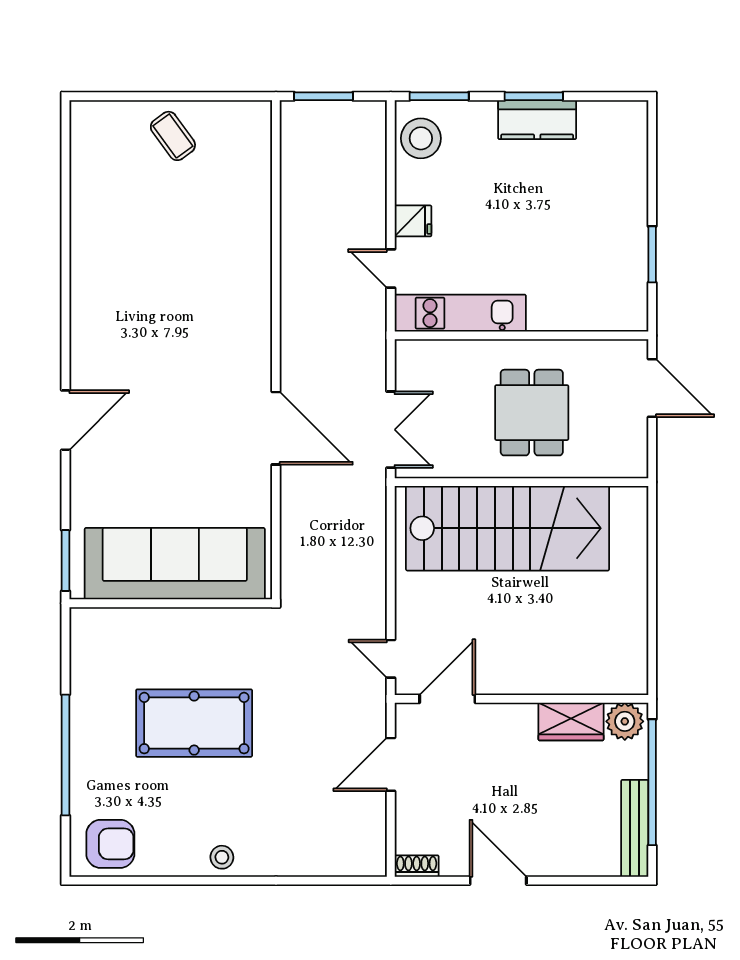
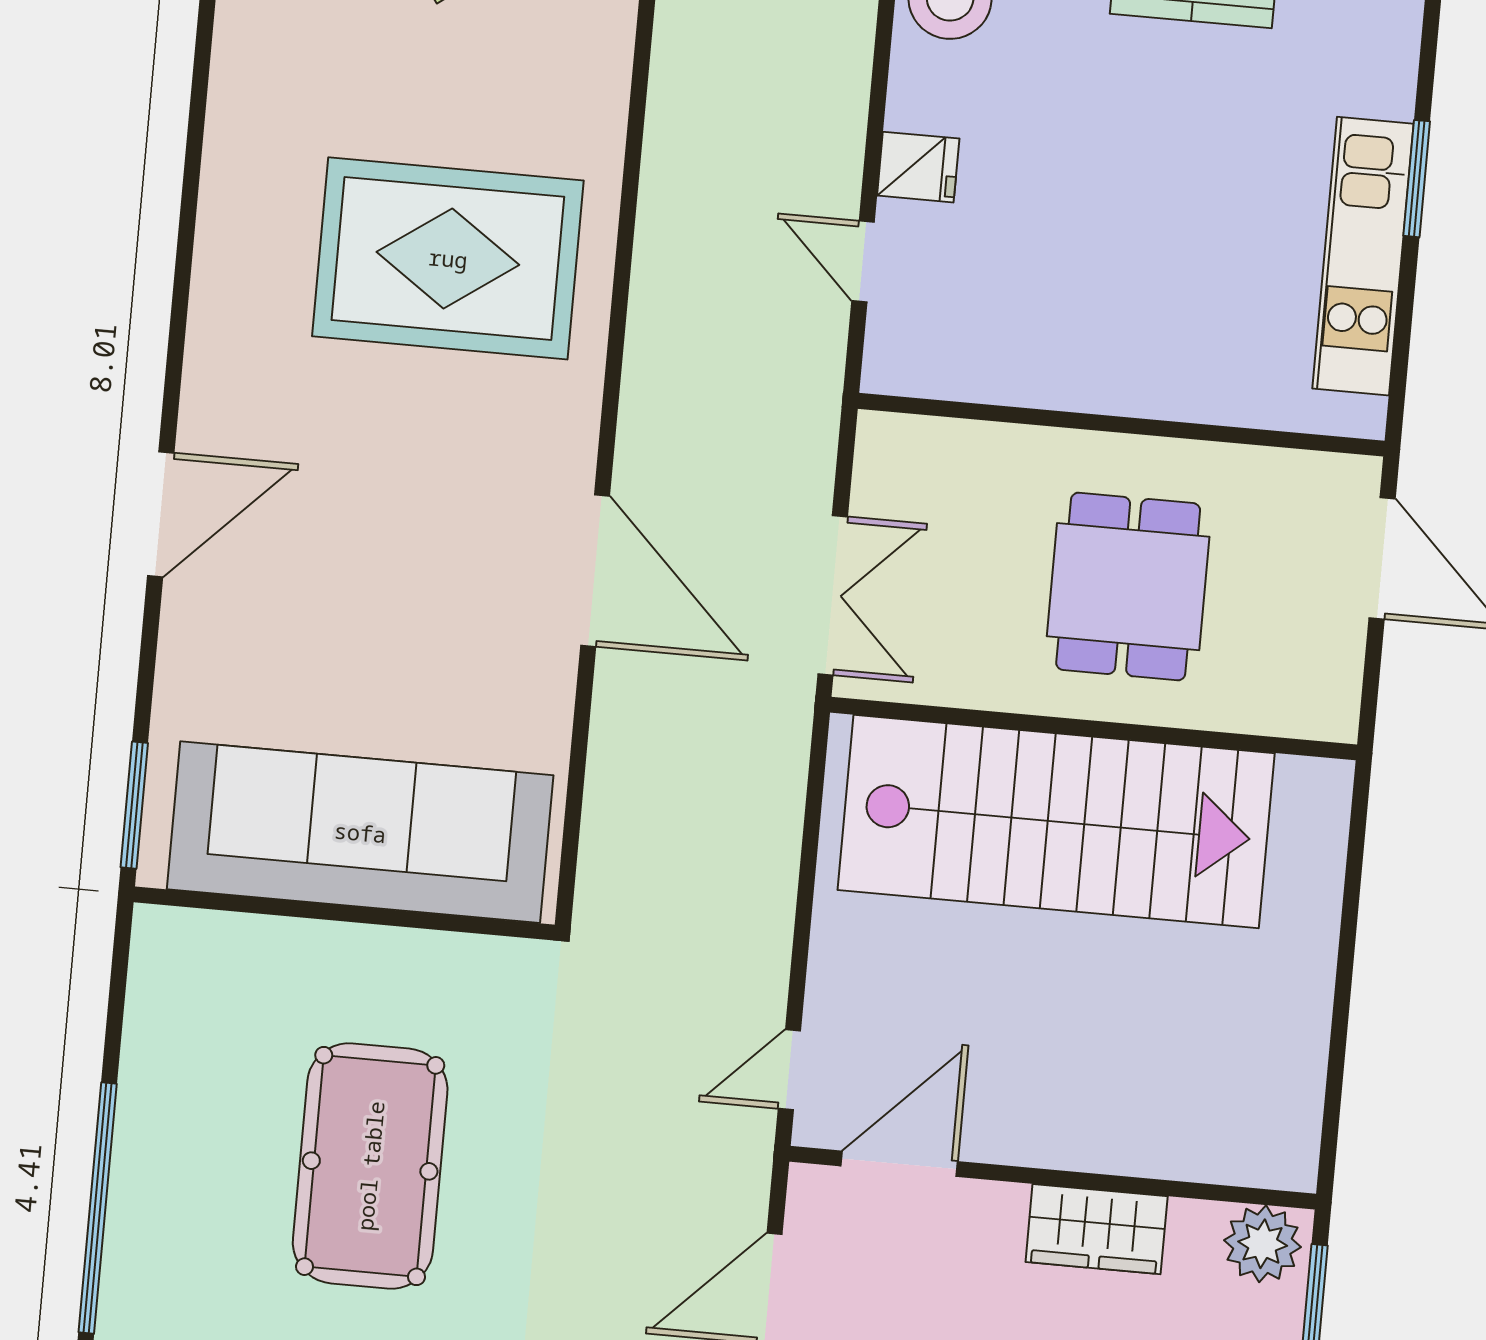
window: (652, 254) -> (1417, 179), moved
rug: (192, 285) -> (448, 258), added
kitchen unit: (460, 313) -> (1363, 256), moved, turned -90
door: (391, 659) -> (789, 1070), hinge flipped
wardrobe: (571, 722) -> (1097, 1229), moved
pool table: (194, 723) -> (370, 1166), turned 90

